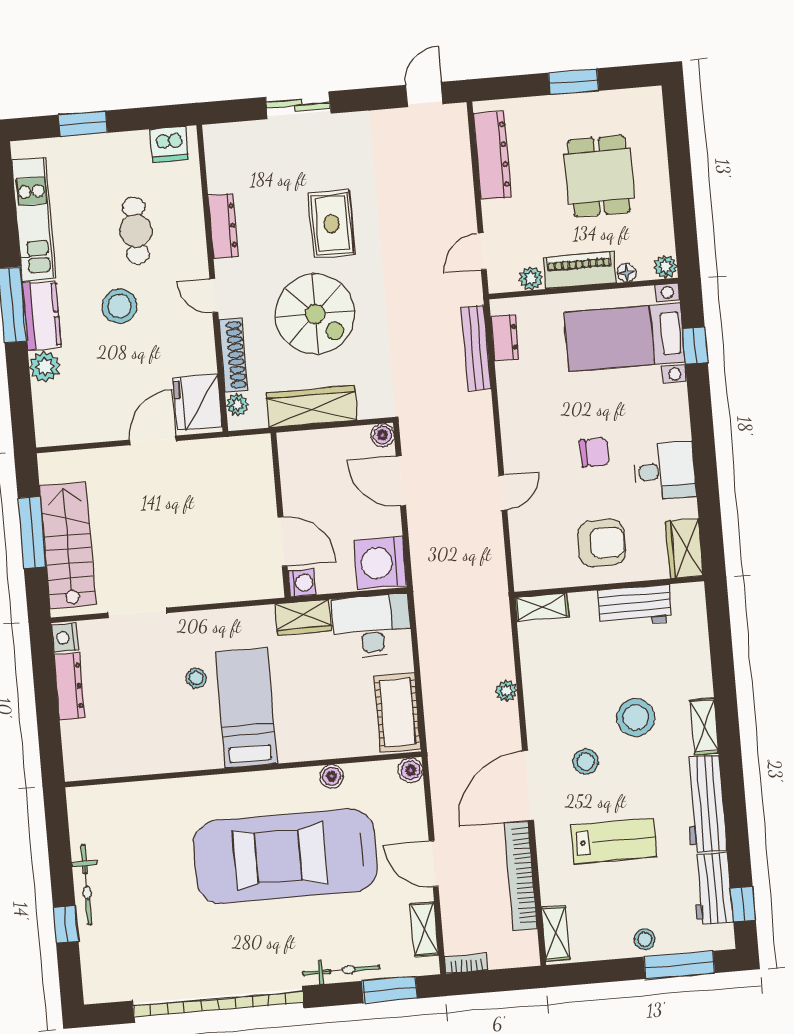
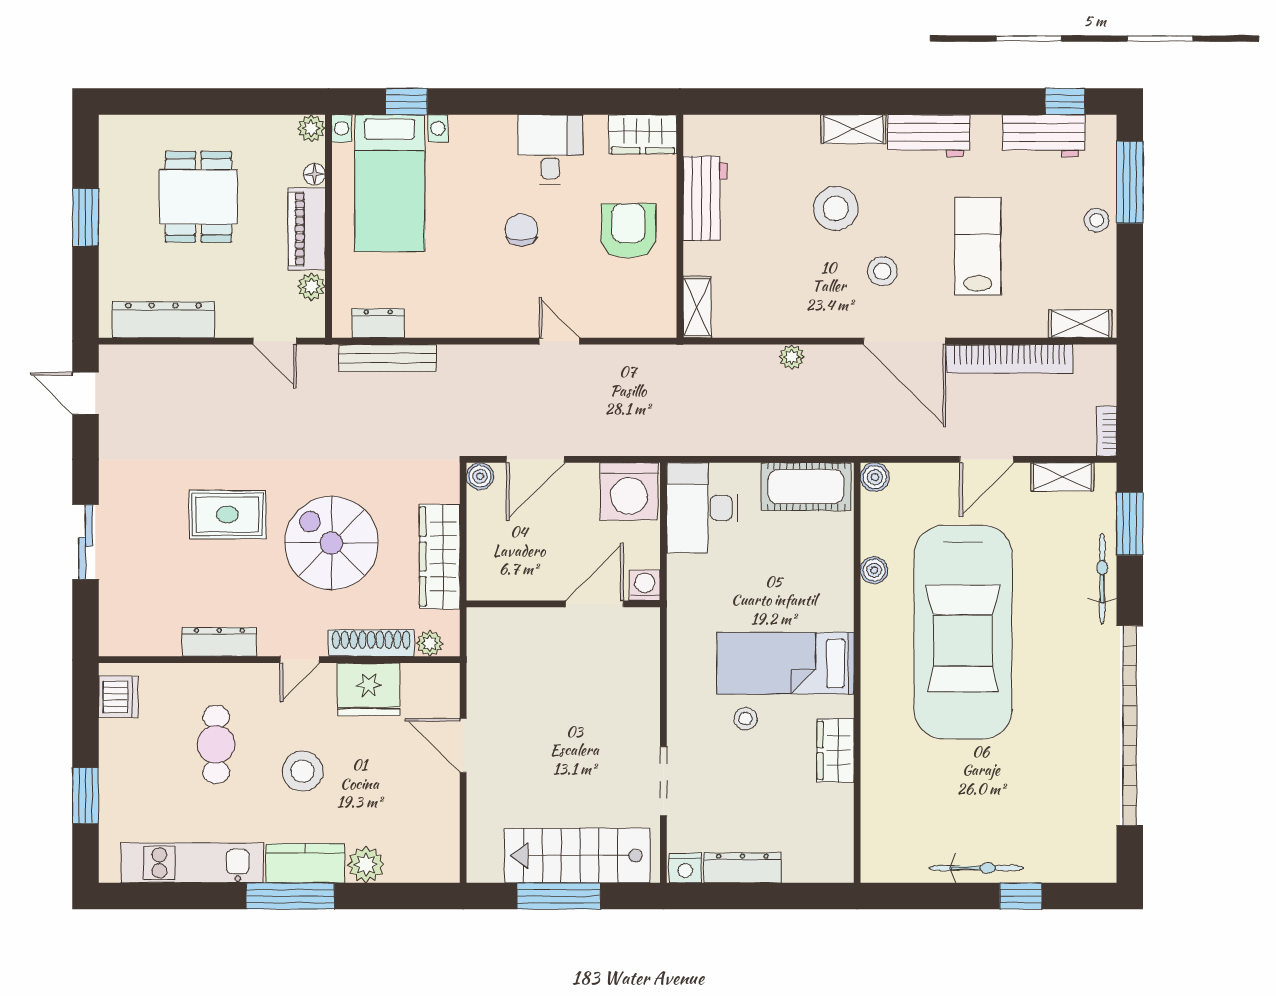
dining table: (599, 176) -> (198, 197), turned 90
cafe table: (136, 231) -> (216, 744), turned 90
spiral stairs: (315, 314) -> (331, 543), turned -90
fridge: (198, 402) -> (369, 689), moved
wardrobe: (303, 617) -> (835, 750), moved, turned 180
workbench: (705, 804) -> (929, 136), width x0.73

